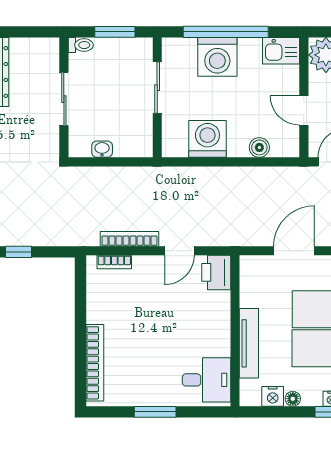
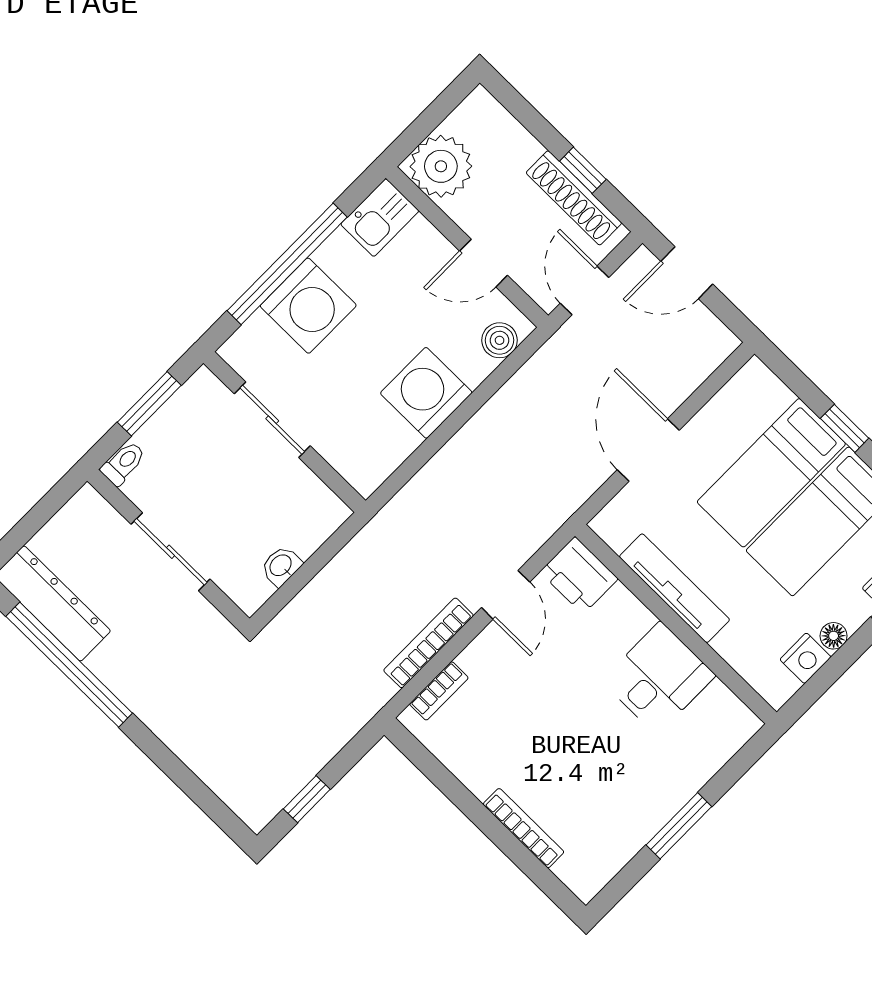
washing machine: (207, 139) -> (426, 393), moved
boiler: (259, 147) -> (500, 340), moved
tv unit: (249, 343) -> (674, 588), moved
bookcase: (95, 363) -> (524, 828), width x0.68, depth x0.76
desk: (206, 380) -> (659, 678), moved

